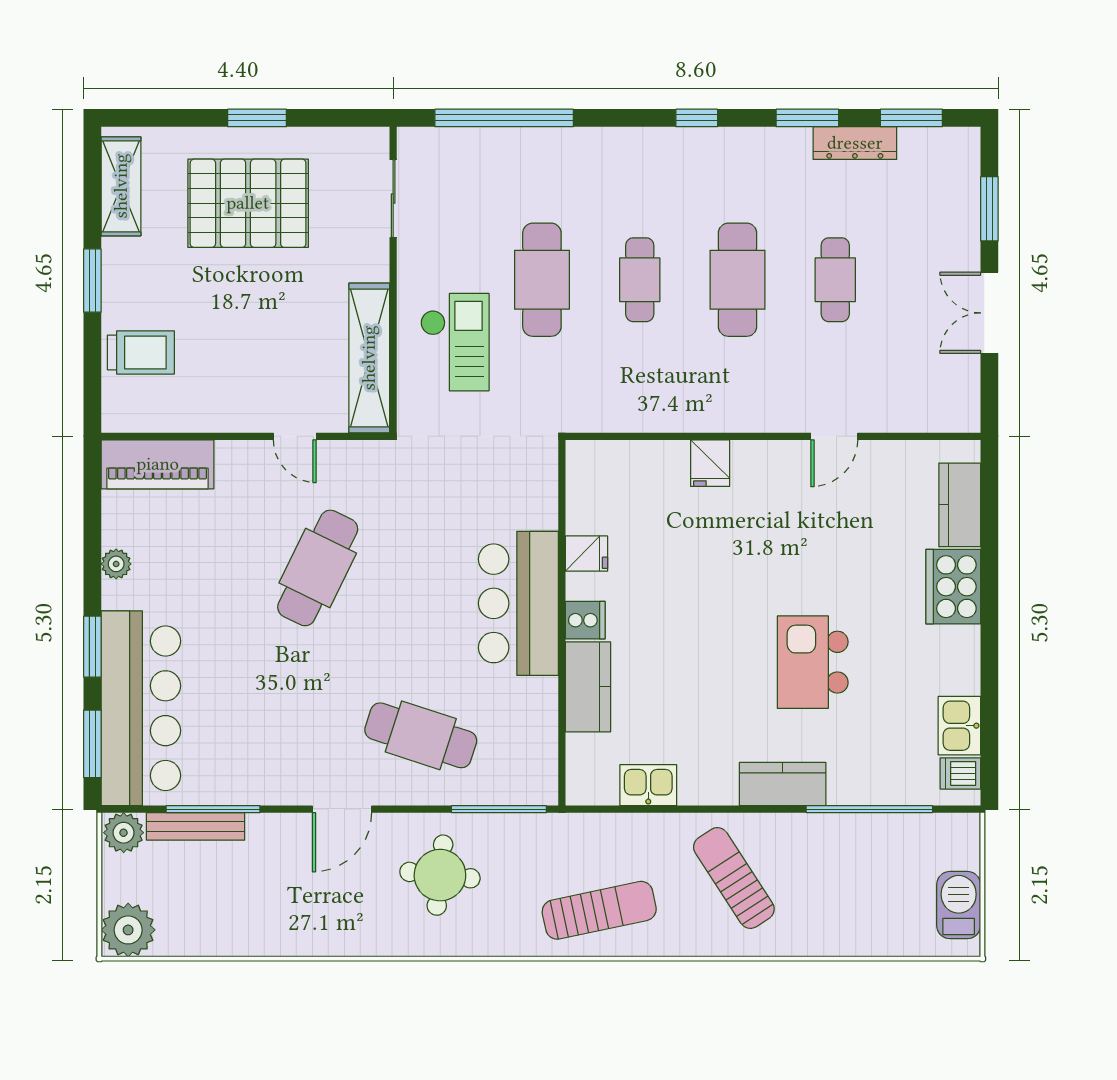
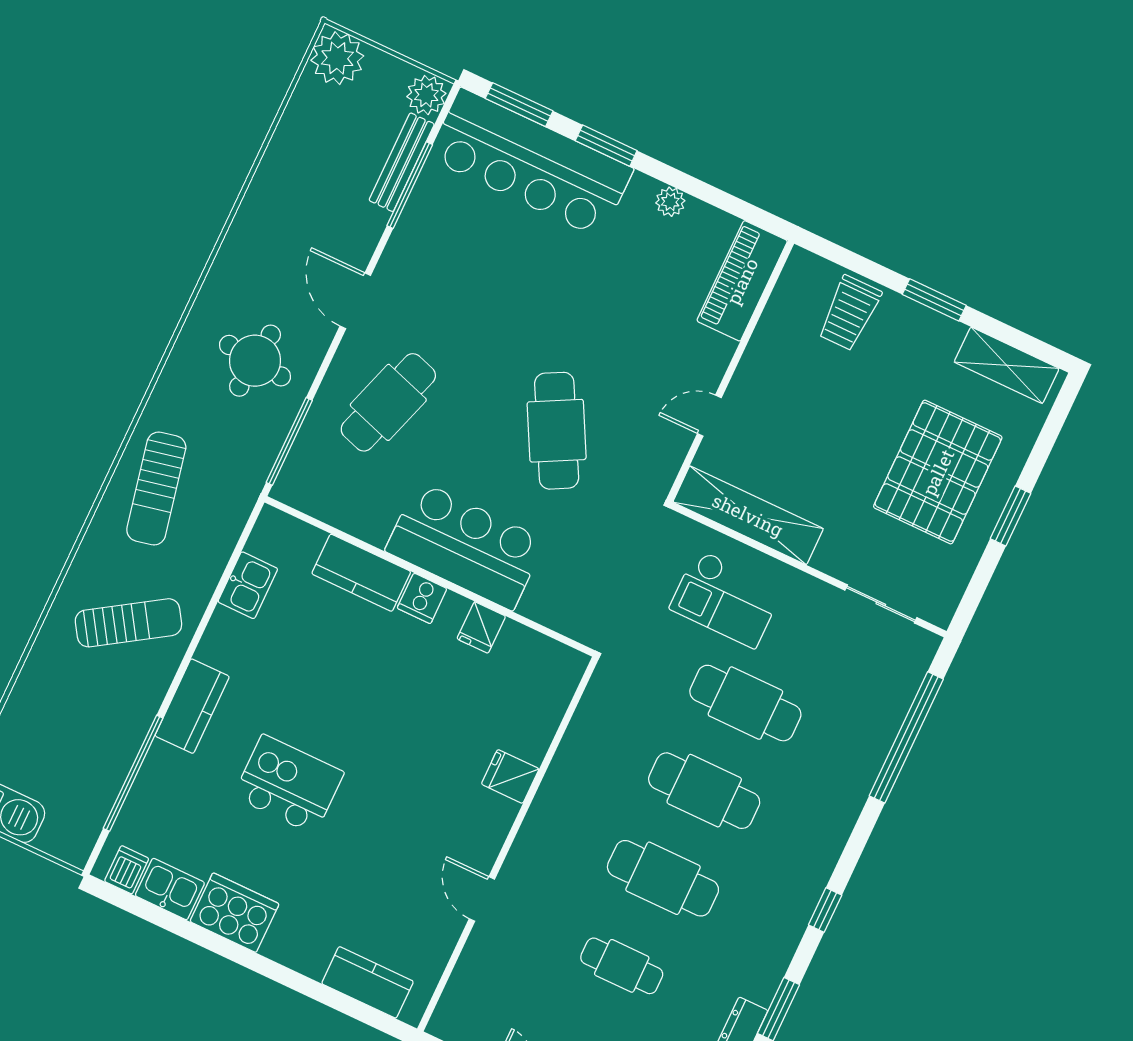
cafe table: (640, 280) -> (704, 791), width x1.37, depth x1.35
cafe table: (318, 568) -> (557, 431), moved, turned 36
cooker: (953, 587) -> (234, 913), moved

